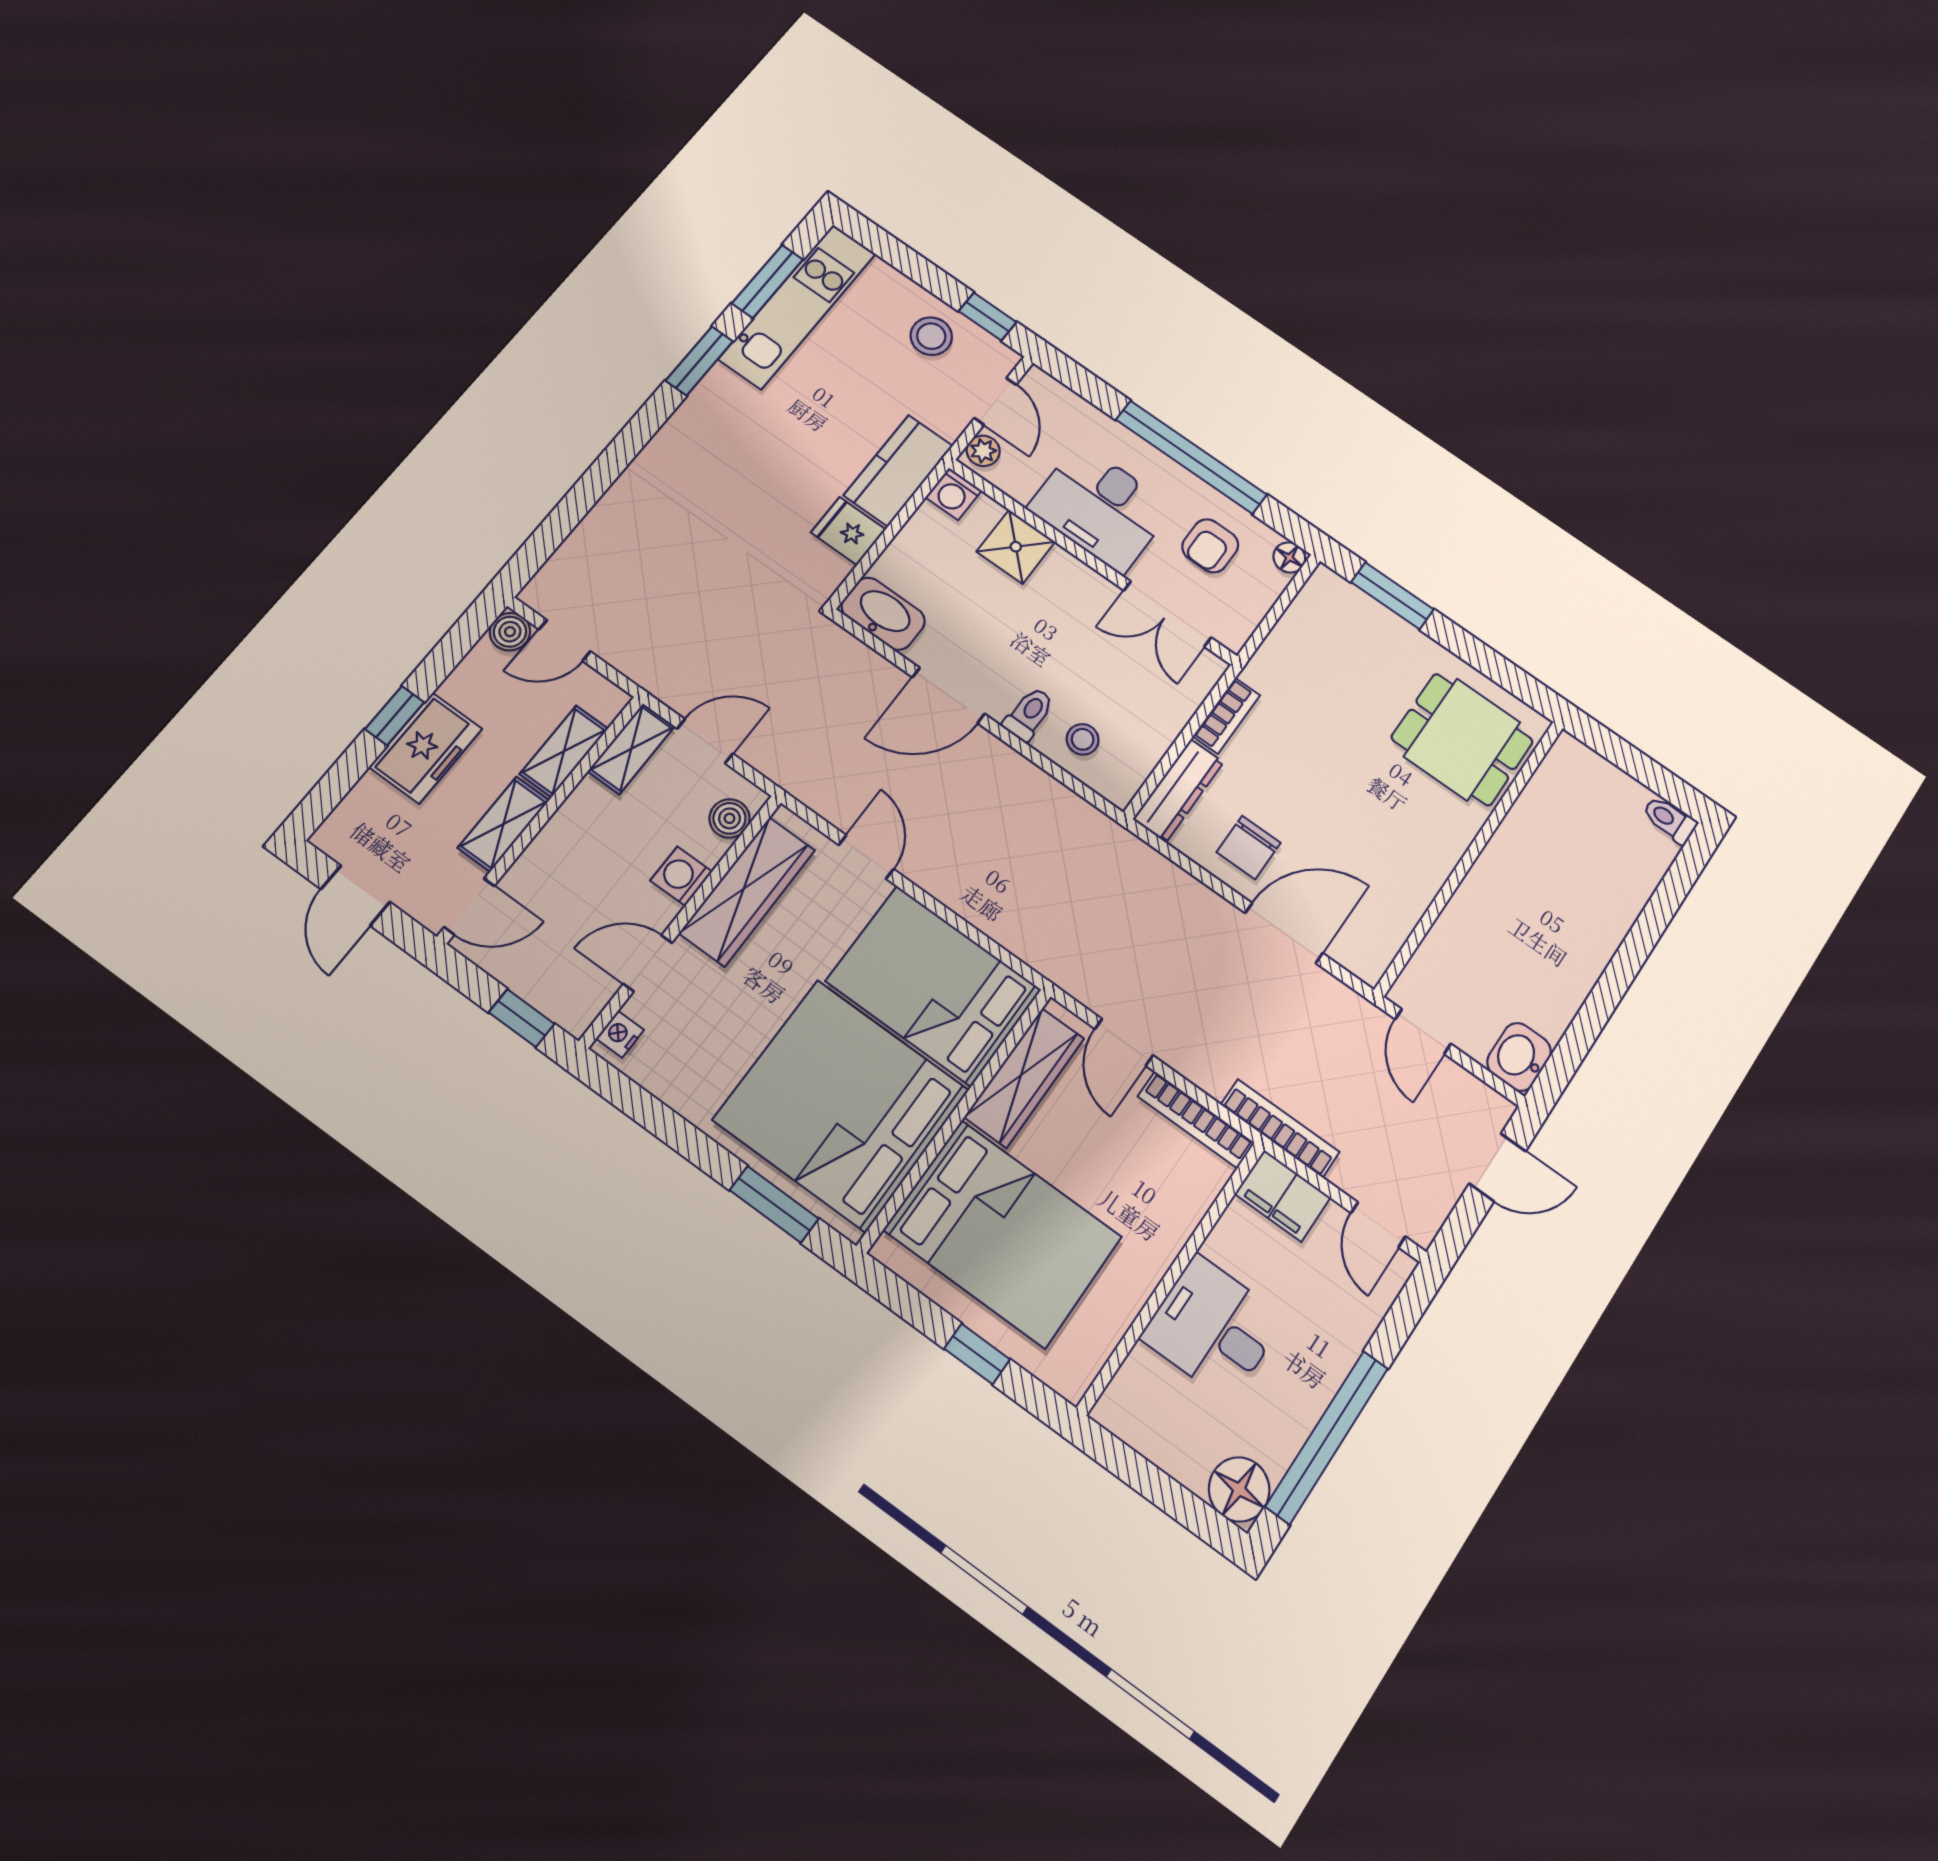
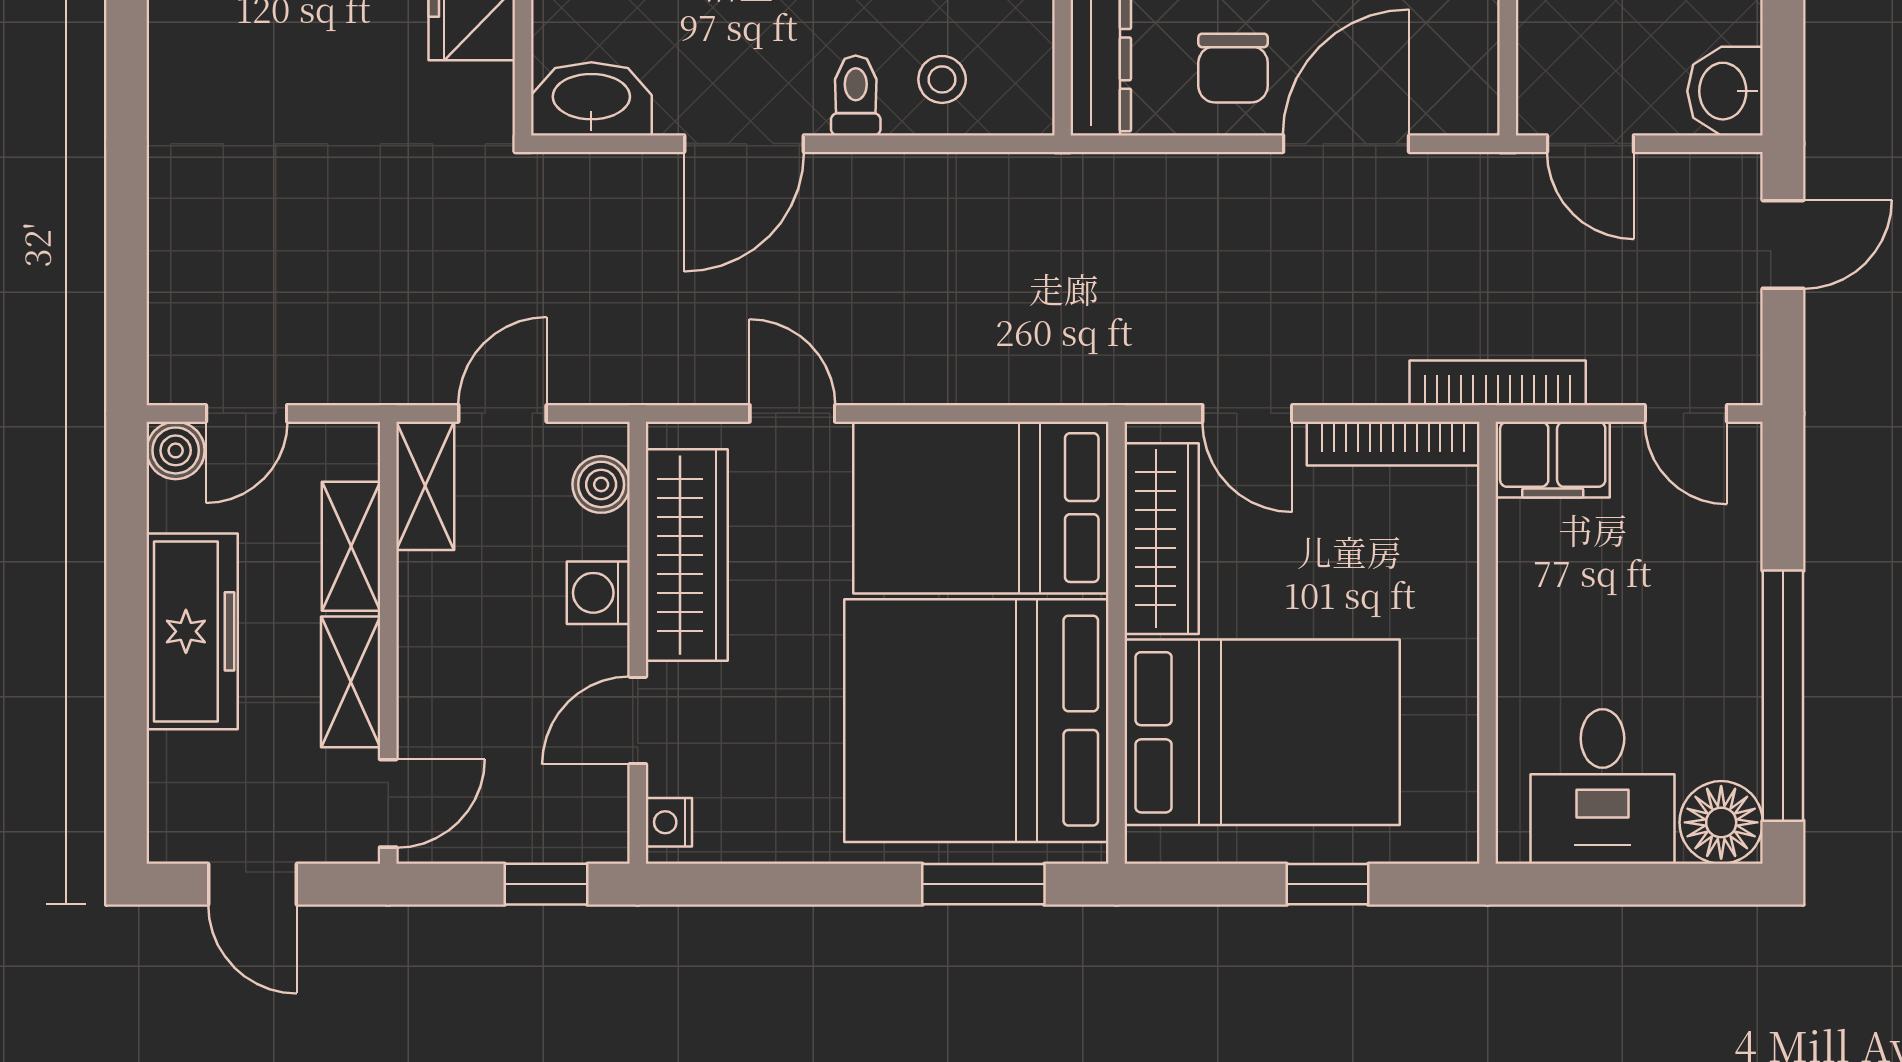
window: (395, 716) -> (127, 648), removed
freezer: (426, 748) -> (192, 631), width x1.40
desk: (1213, 1328) -> (1602, 787), moved, turned -90

